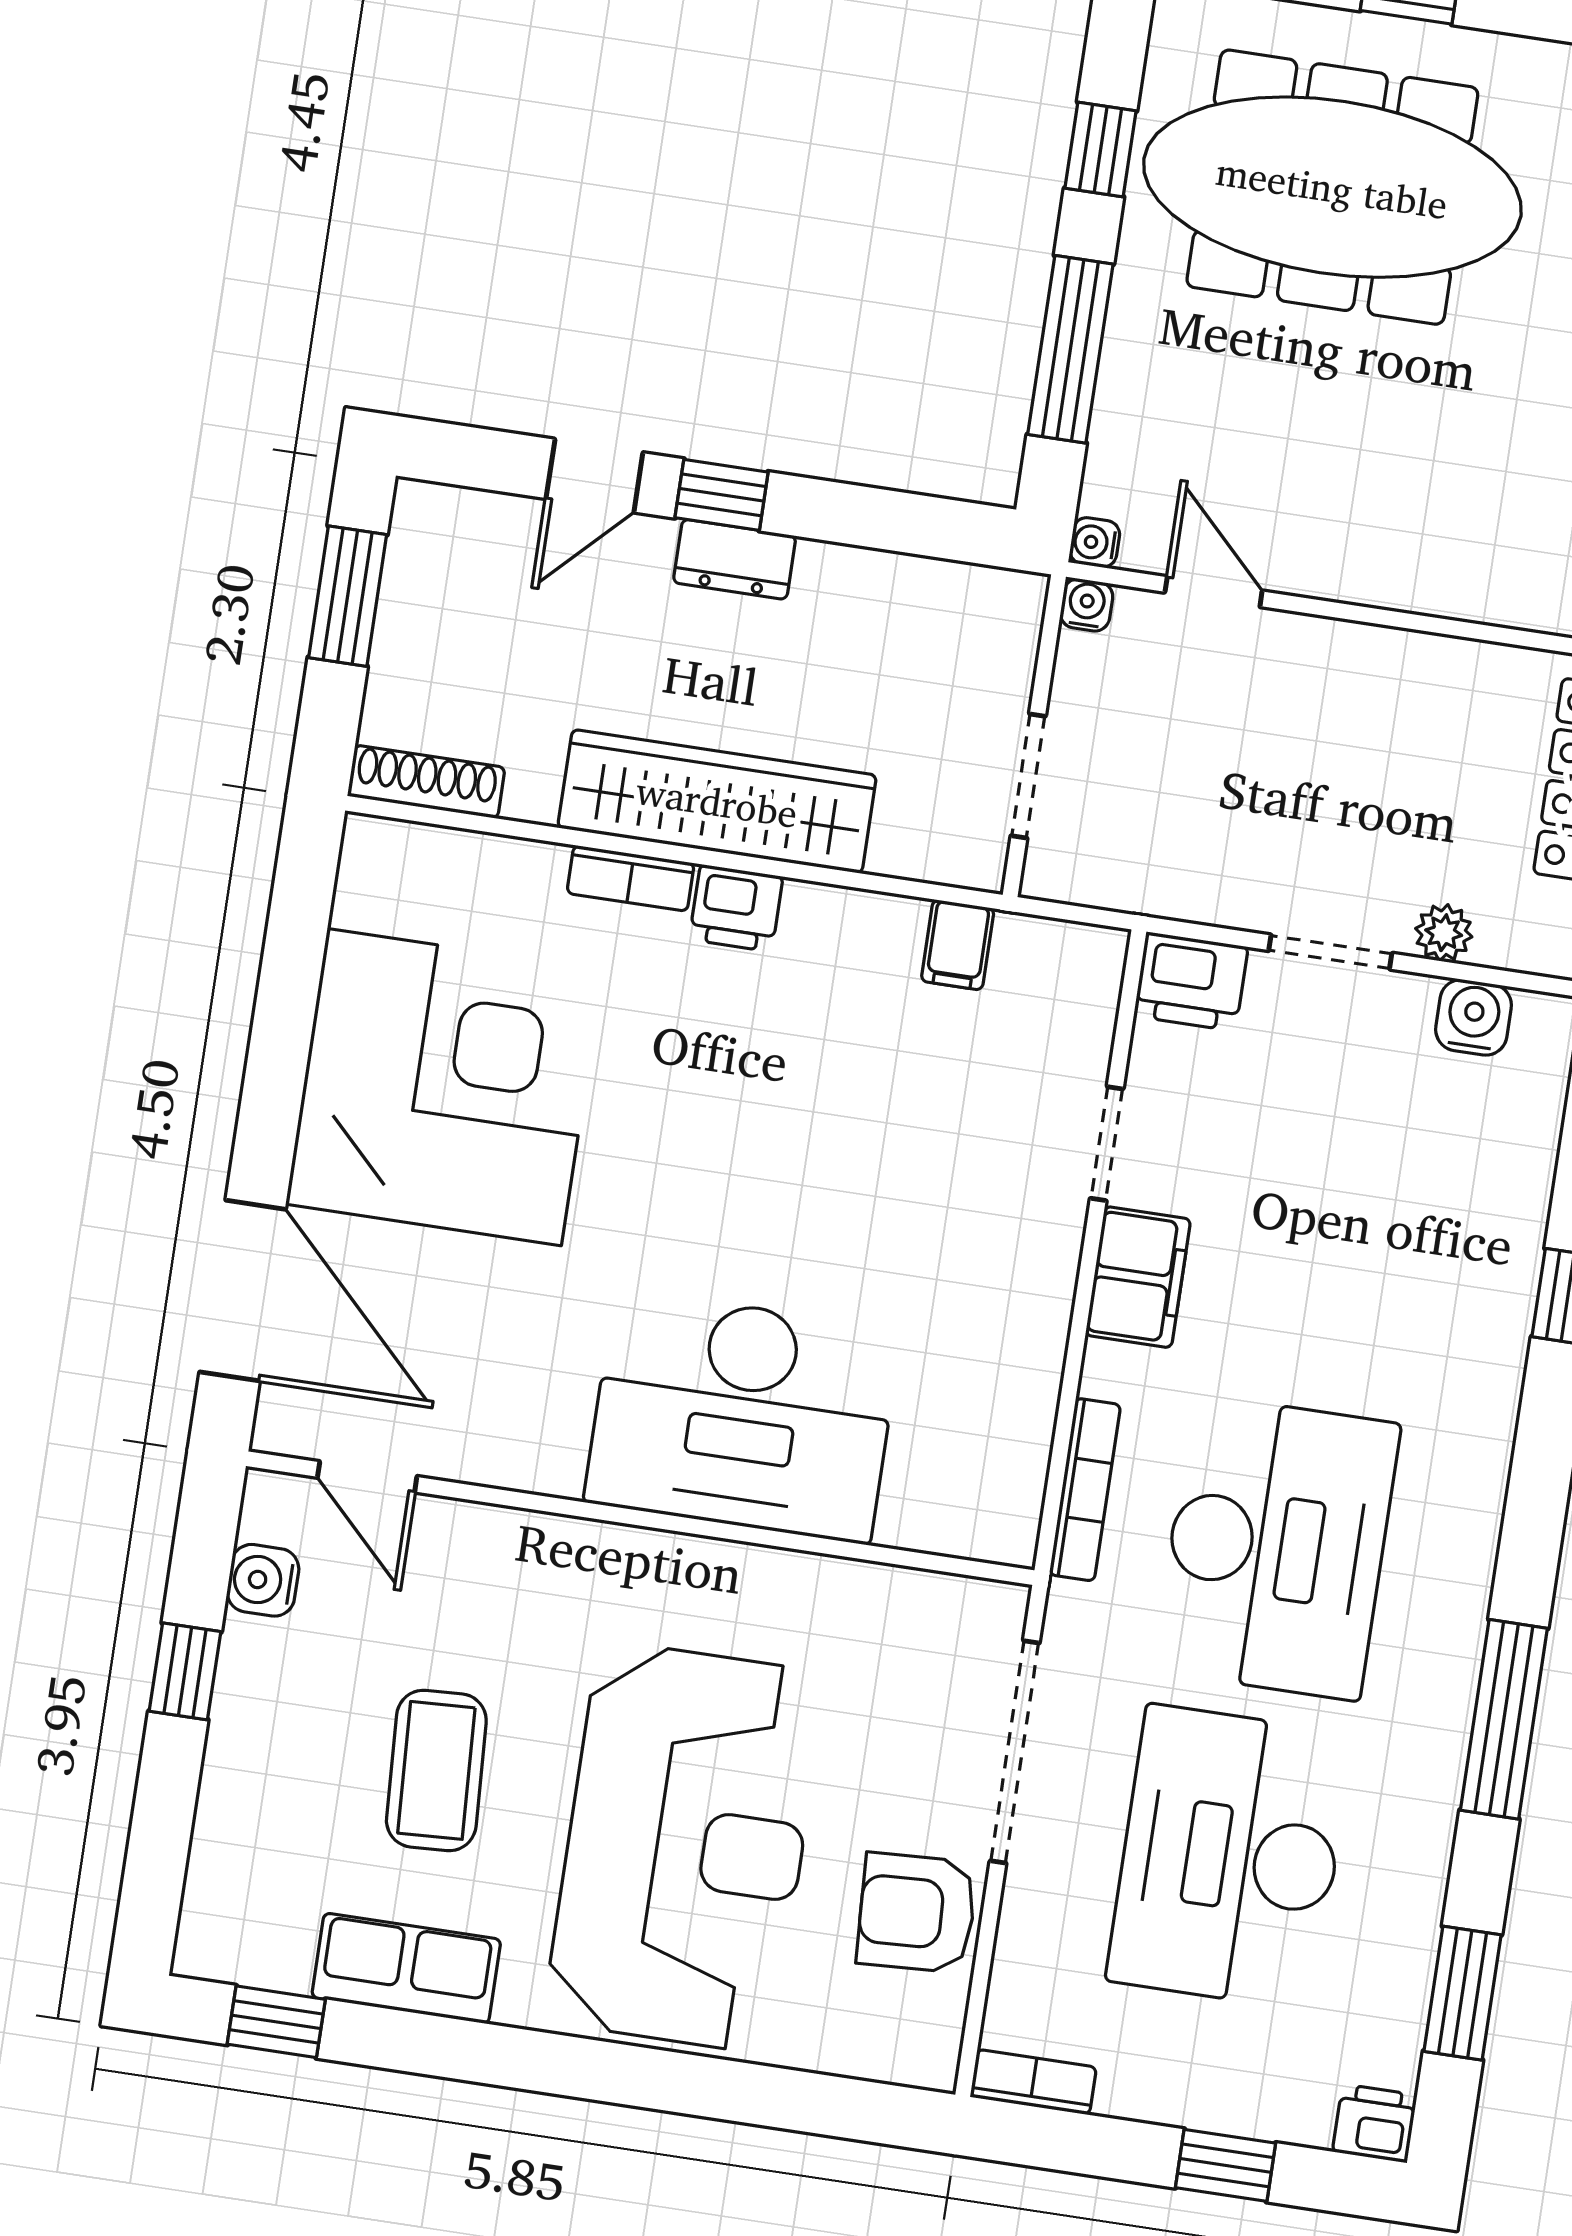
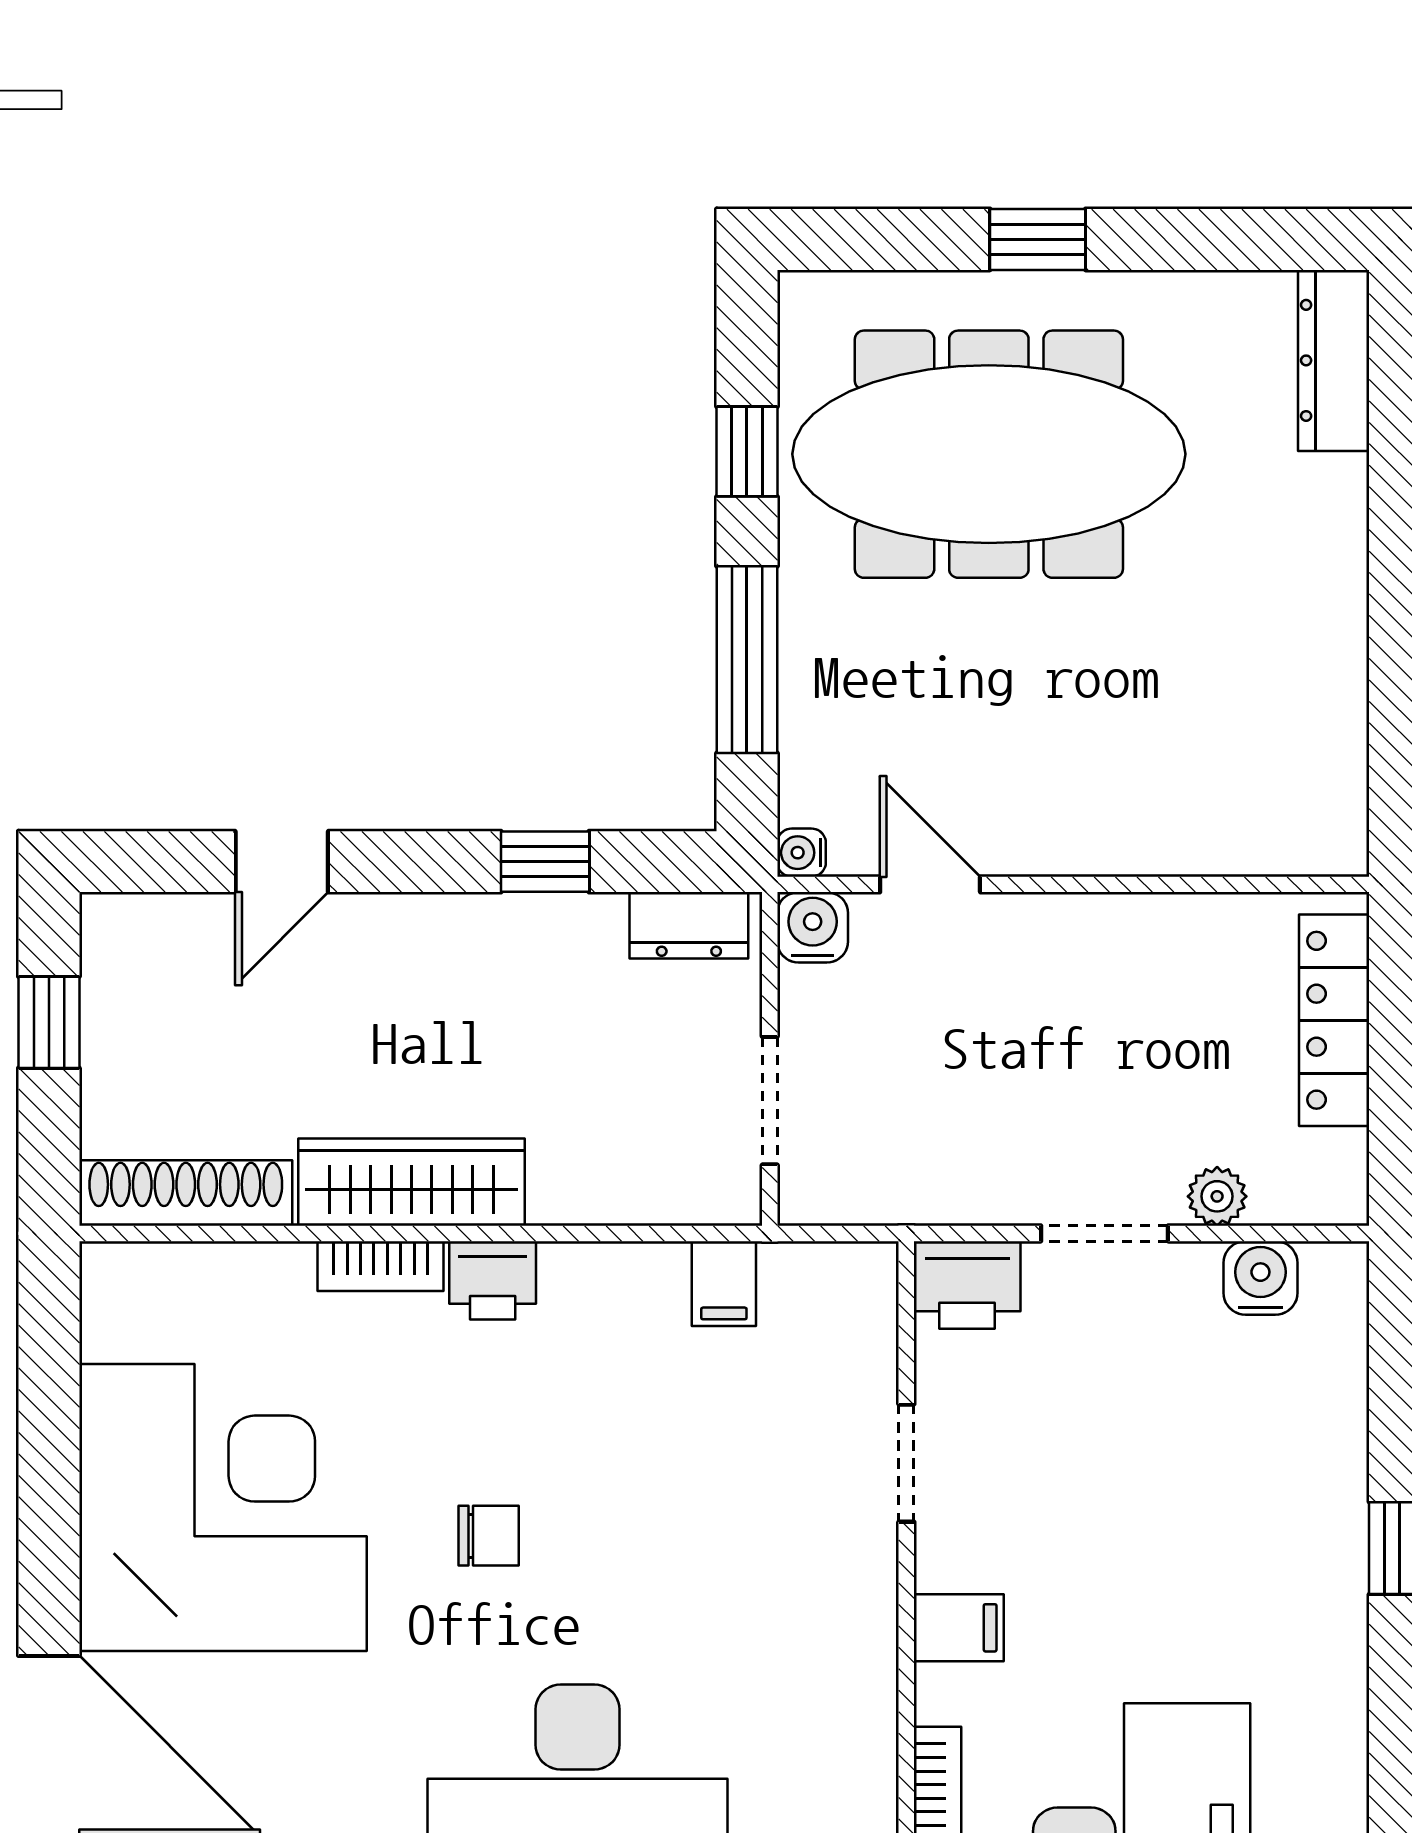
window: (722, 495) -> (545, 862), moved
dresser: (735, 559) -> (689, 925), moved
window: (348, 596) -> (49, 1022), width x0.67
water cooler: (1087, 605) -> (813, 927), width x1.38, depth x1.38
shoe rack: (426, 782) -> (186, 1193), width x1.36, depth x1.24
wardrobe: (717, 801) -> (412, 1182), width x0.71, depth x0.85
chair: (695, 1153) -> (489, 1536), added
filing cabinet: (1138, 1277) -> (959, 1628), width x0.50

